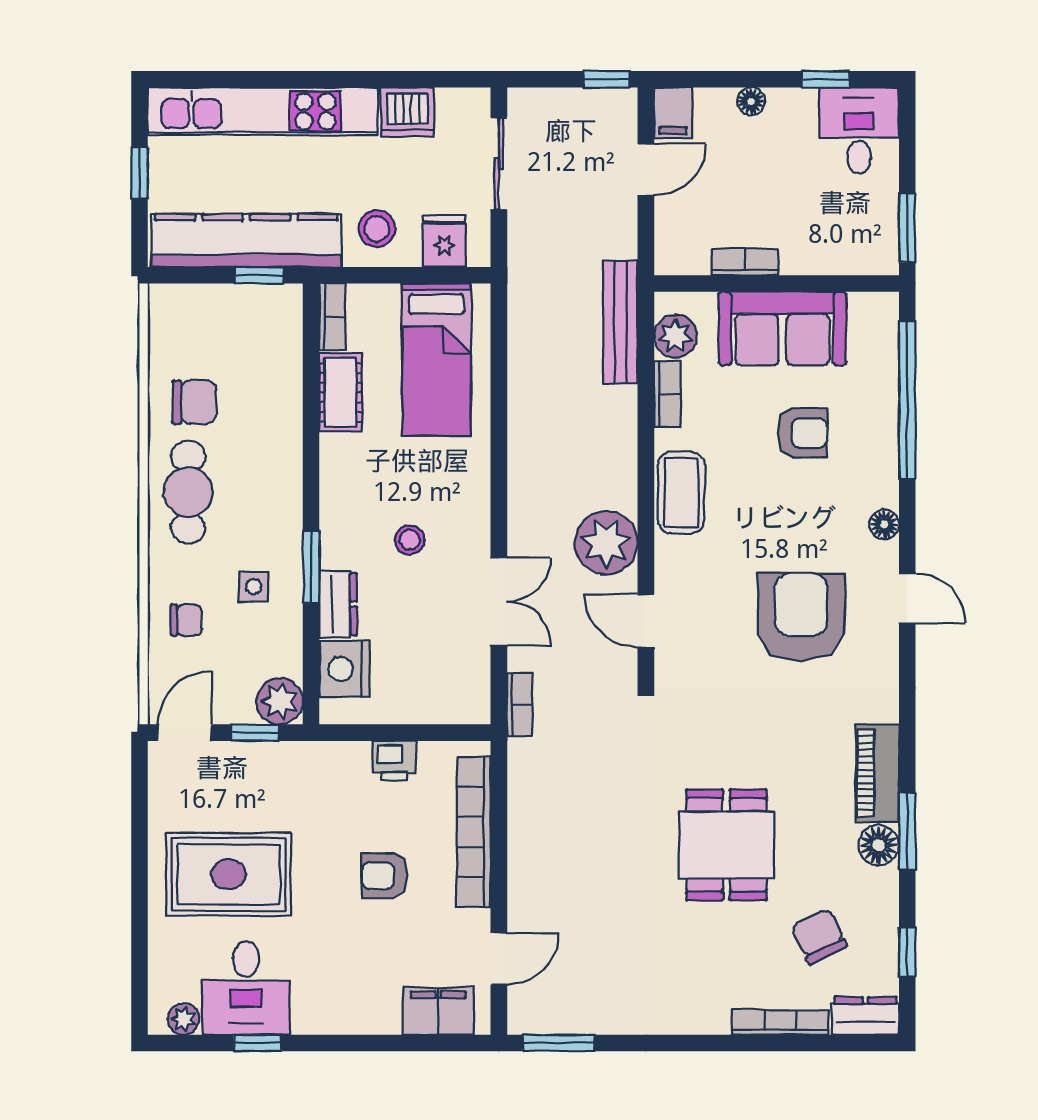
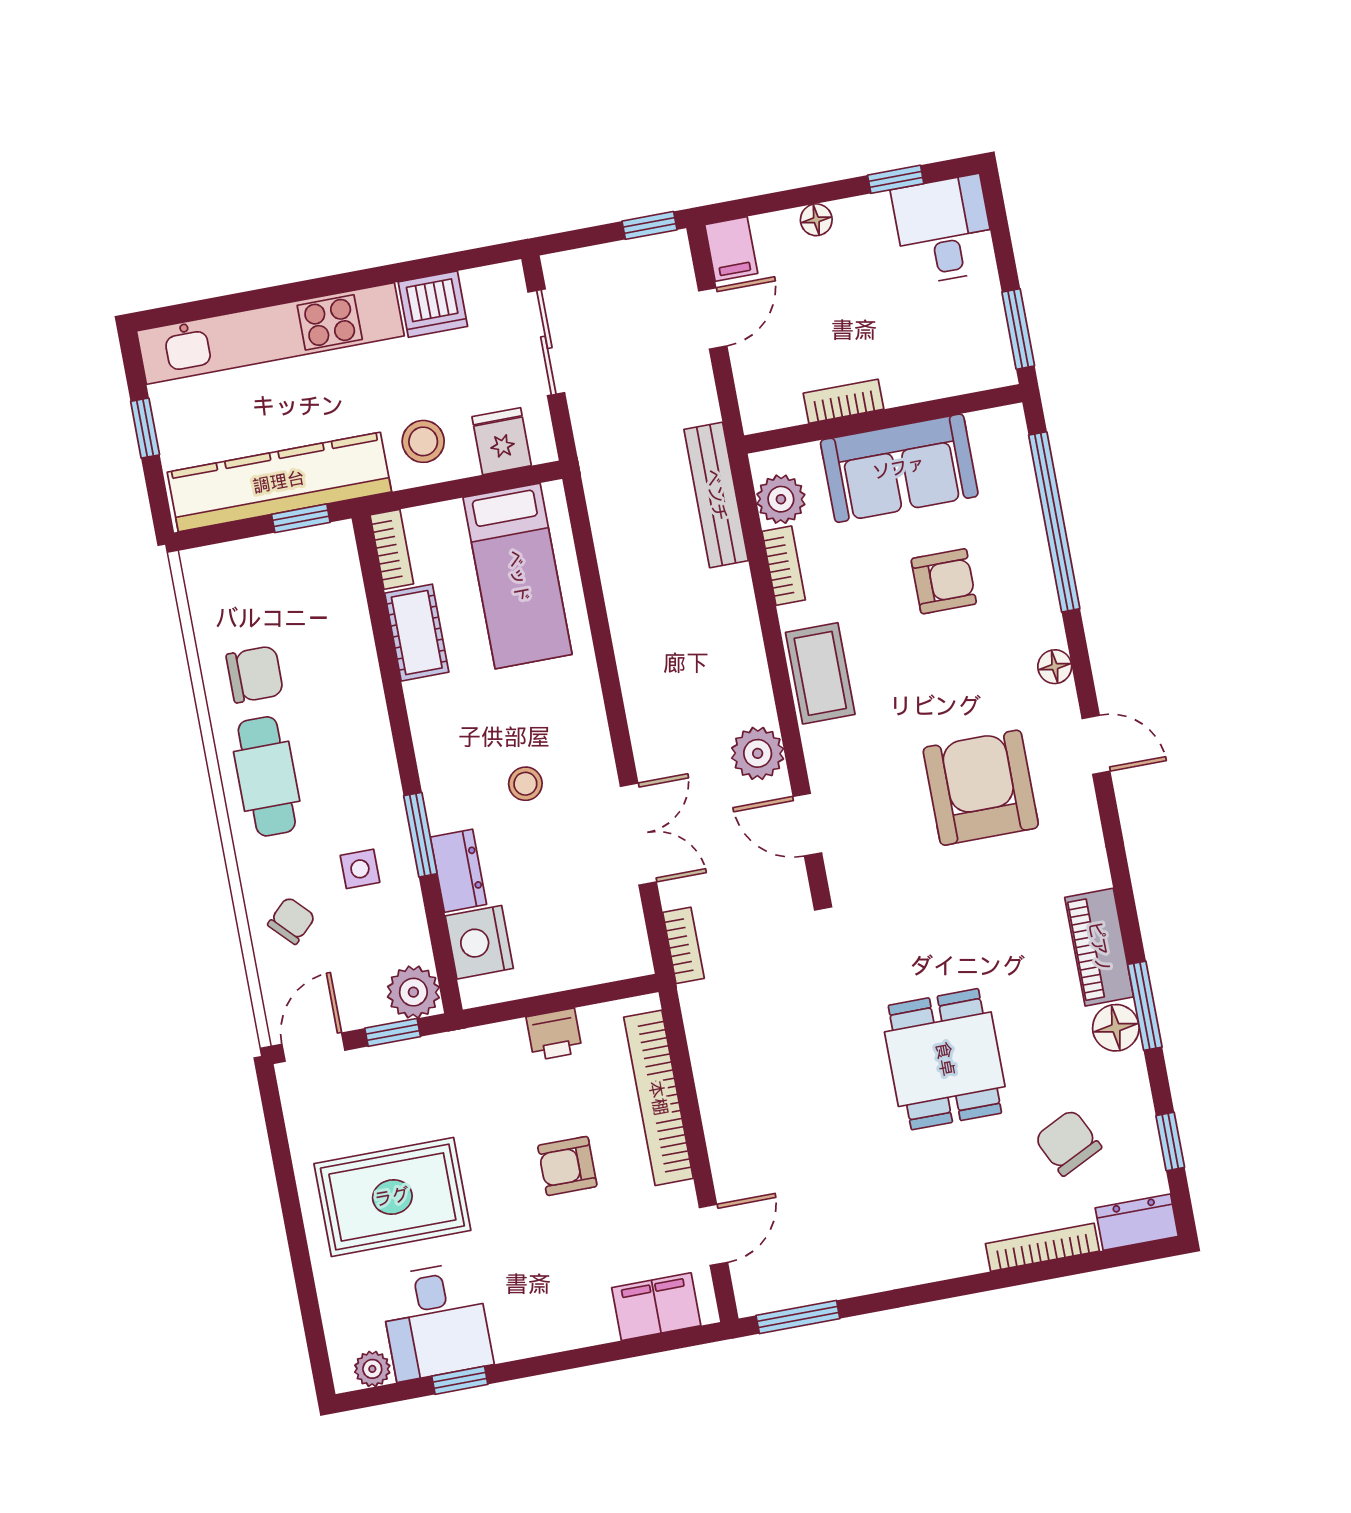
plant: (606, 543) -> (758, 753), width x0.73, depth x0.73
chair: (186, 620) -> (292, 921), turned -44

